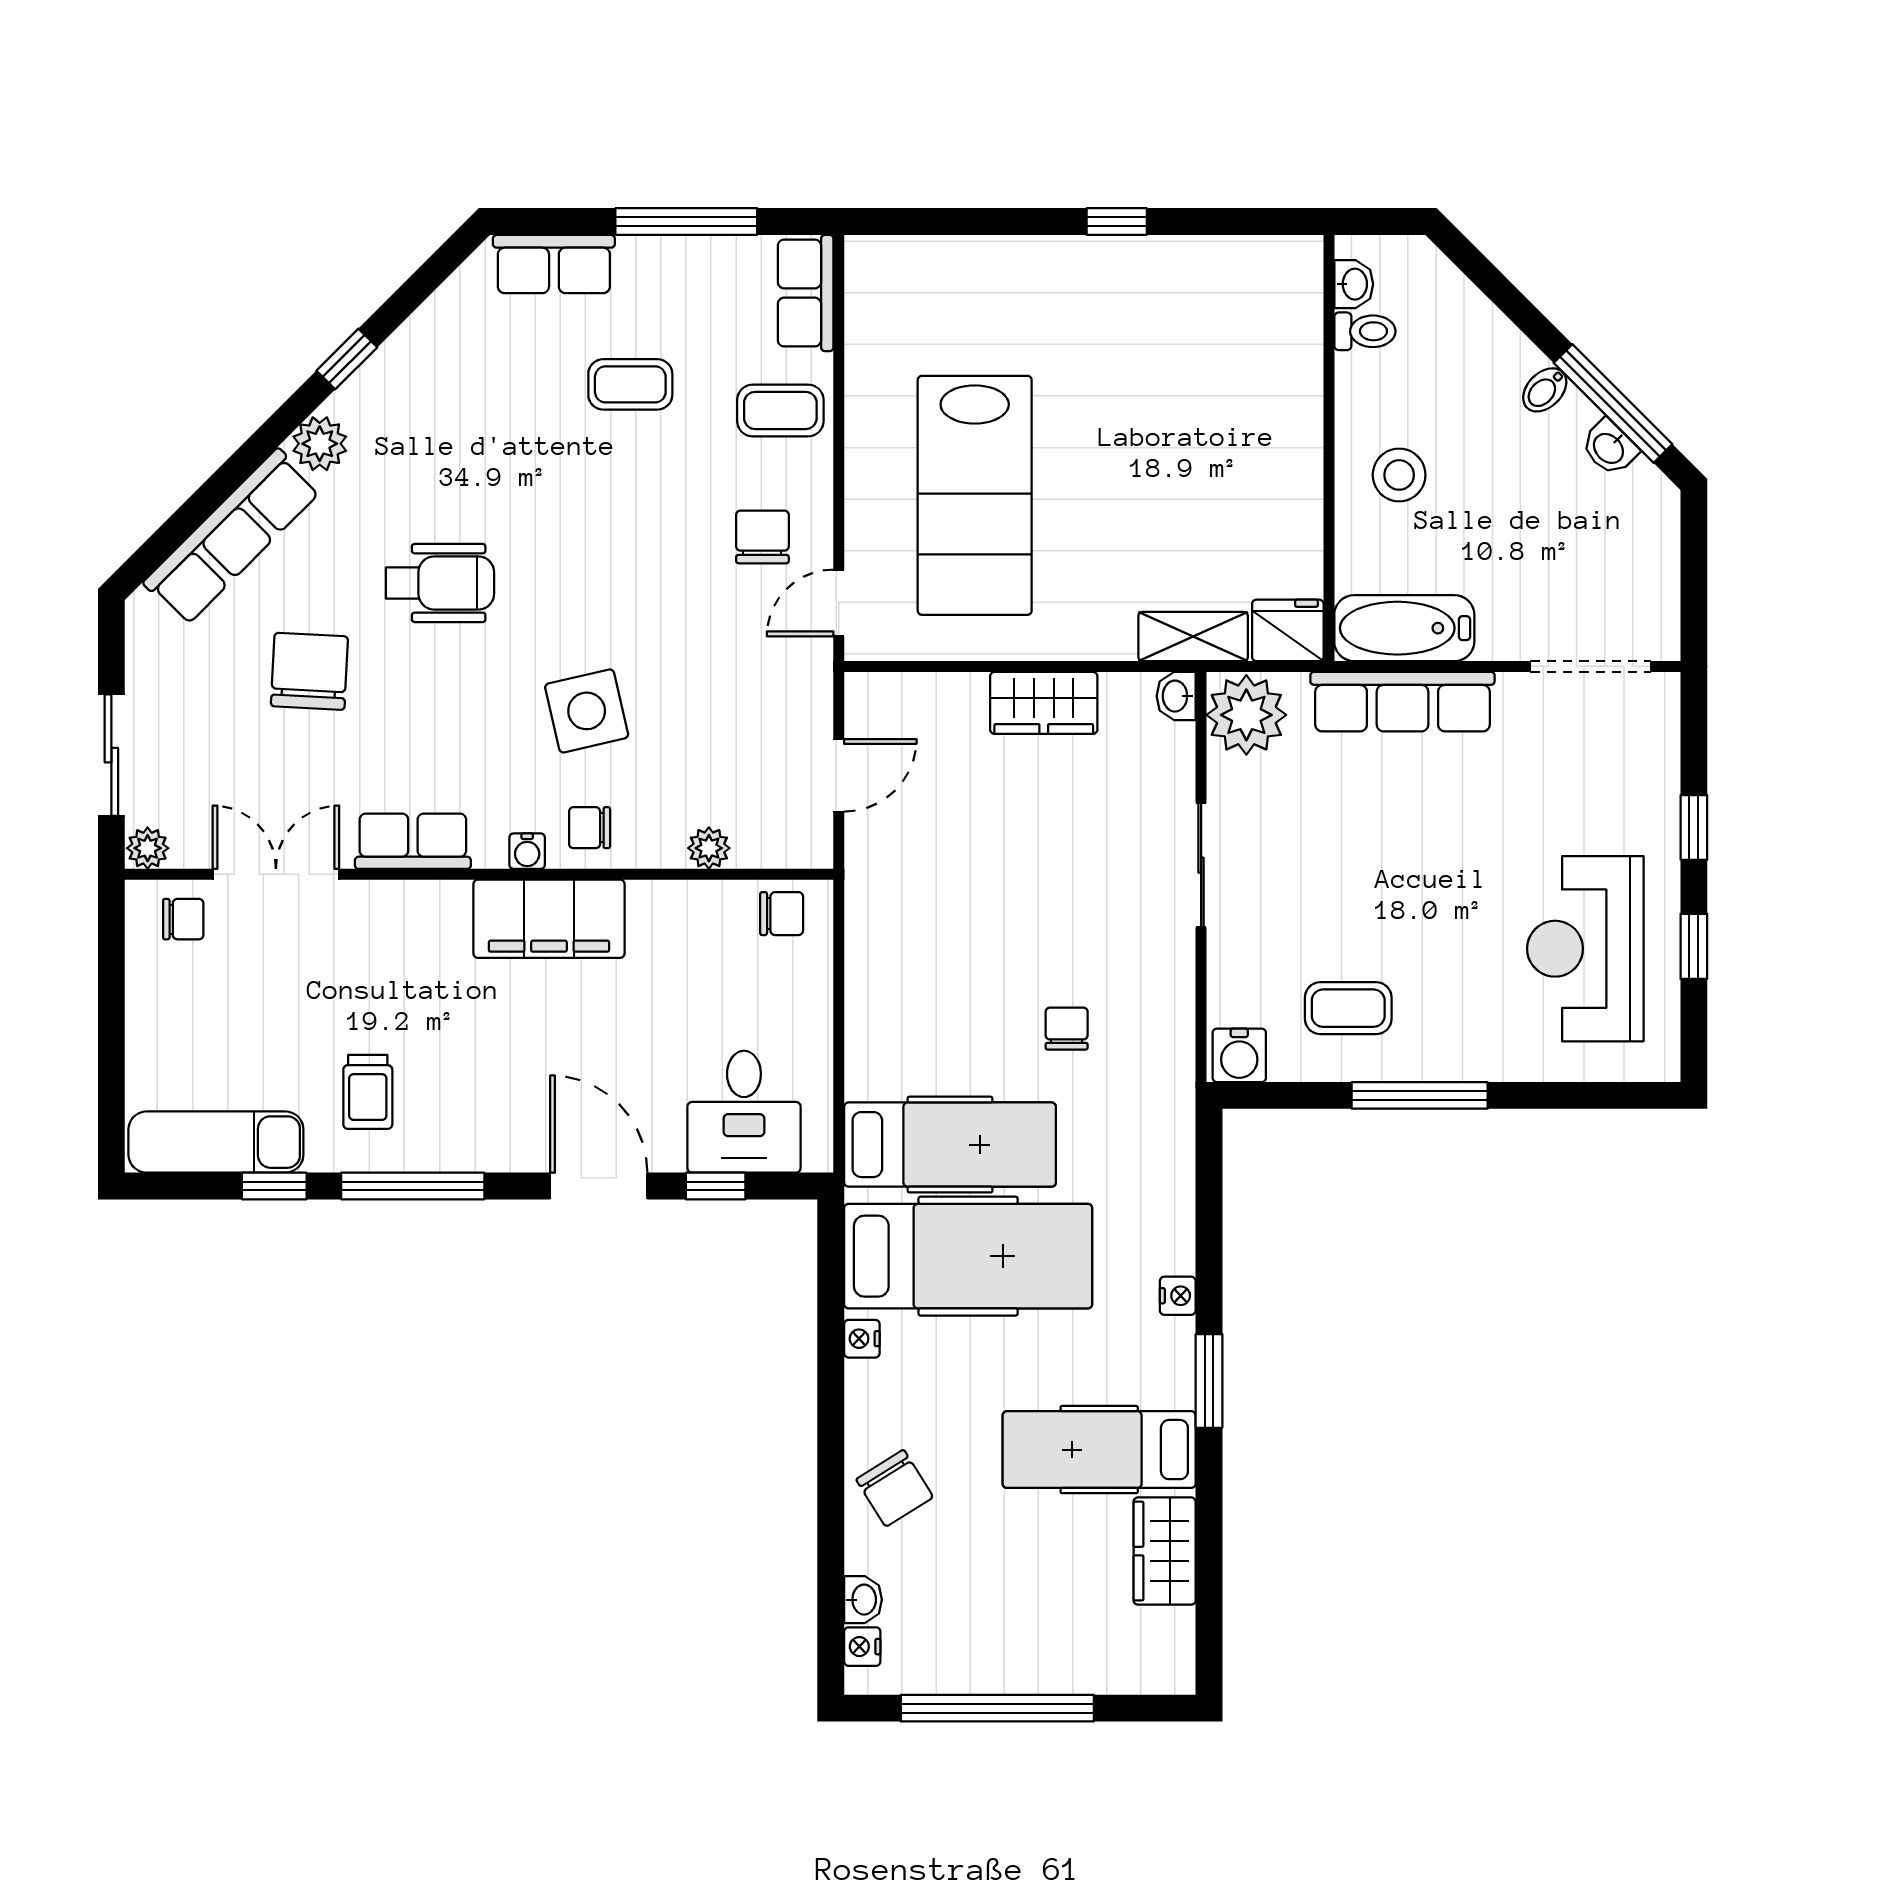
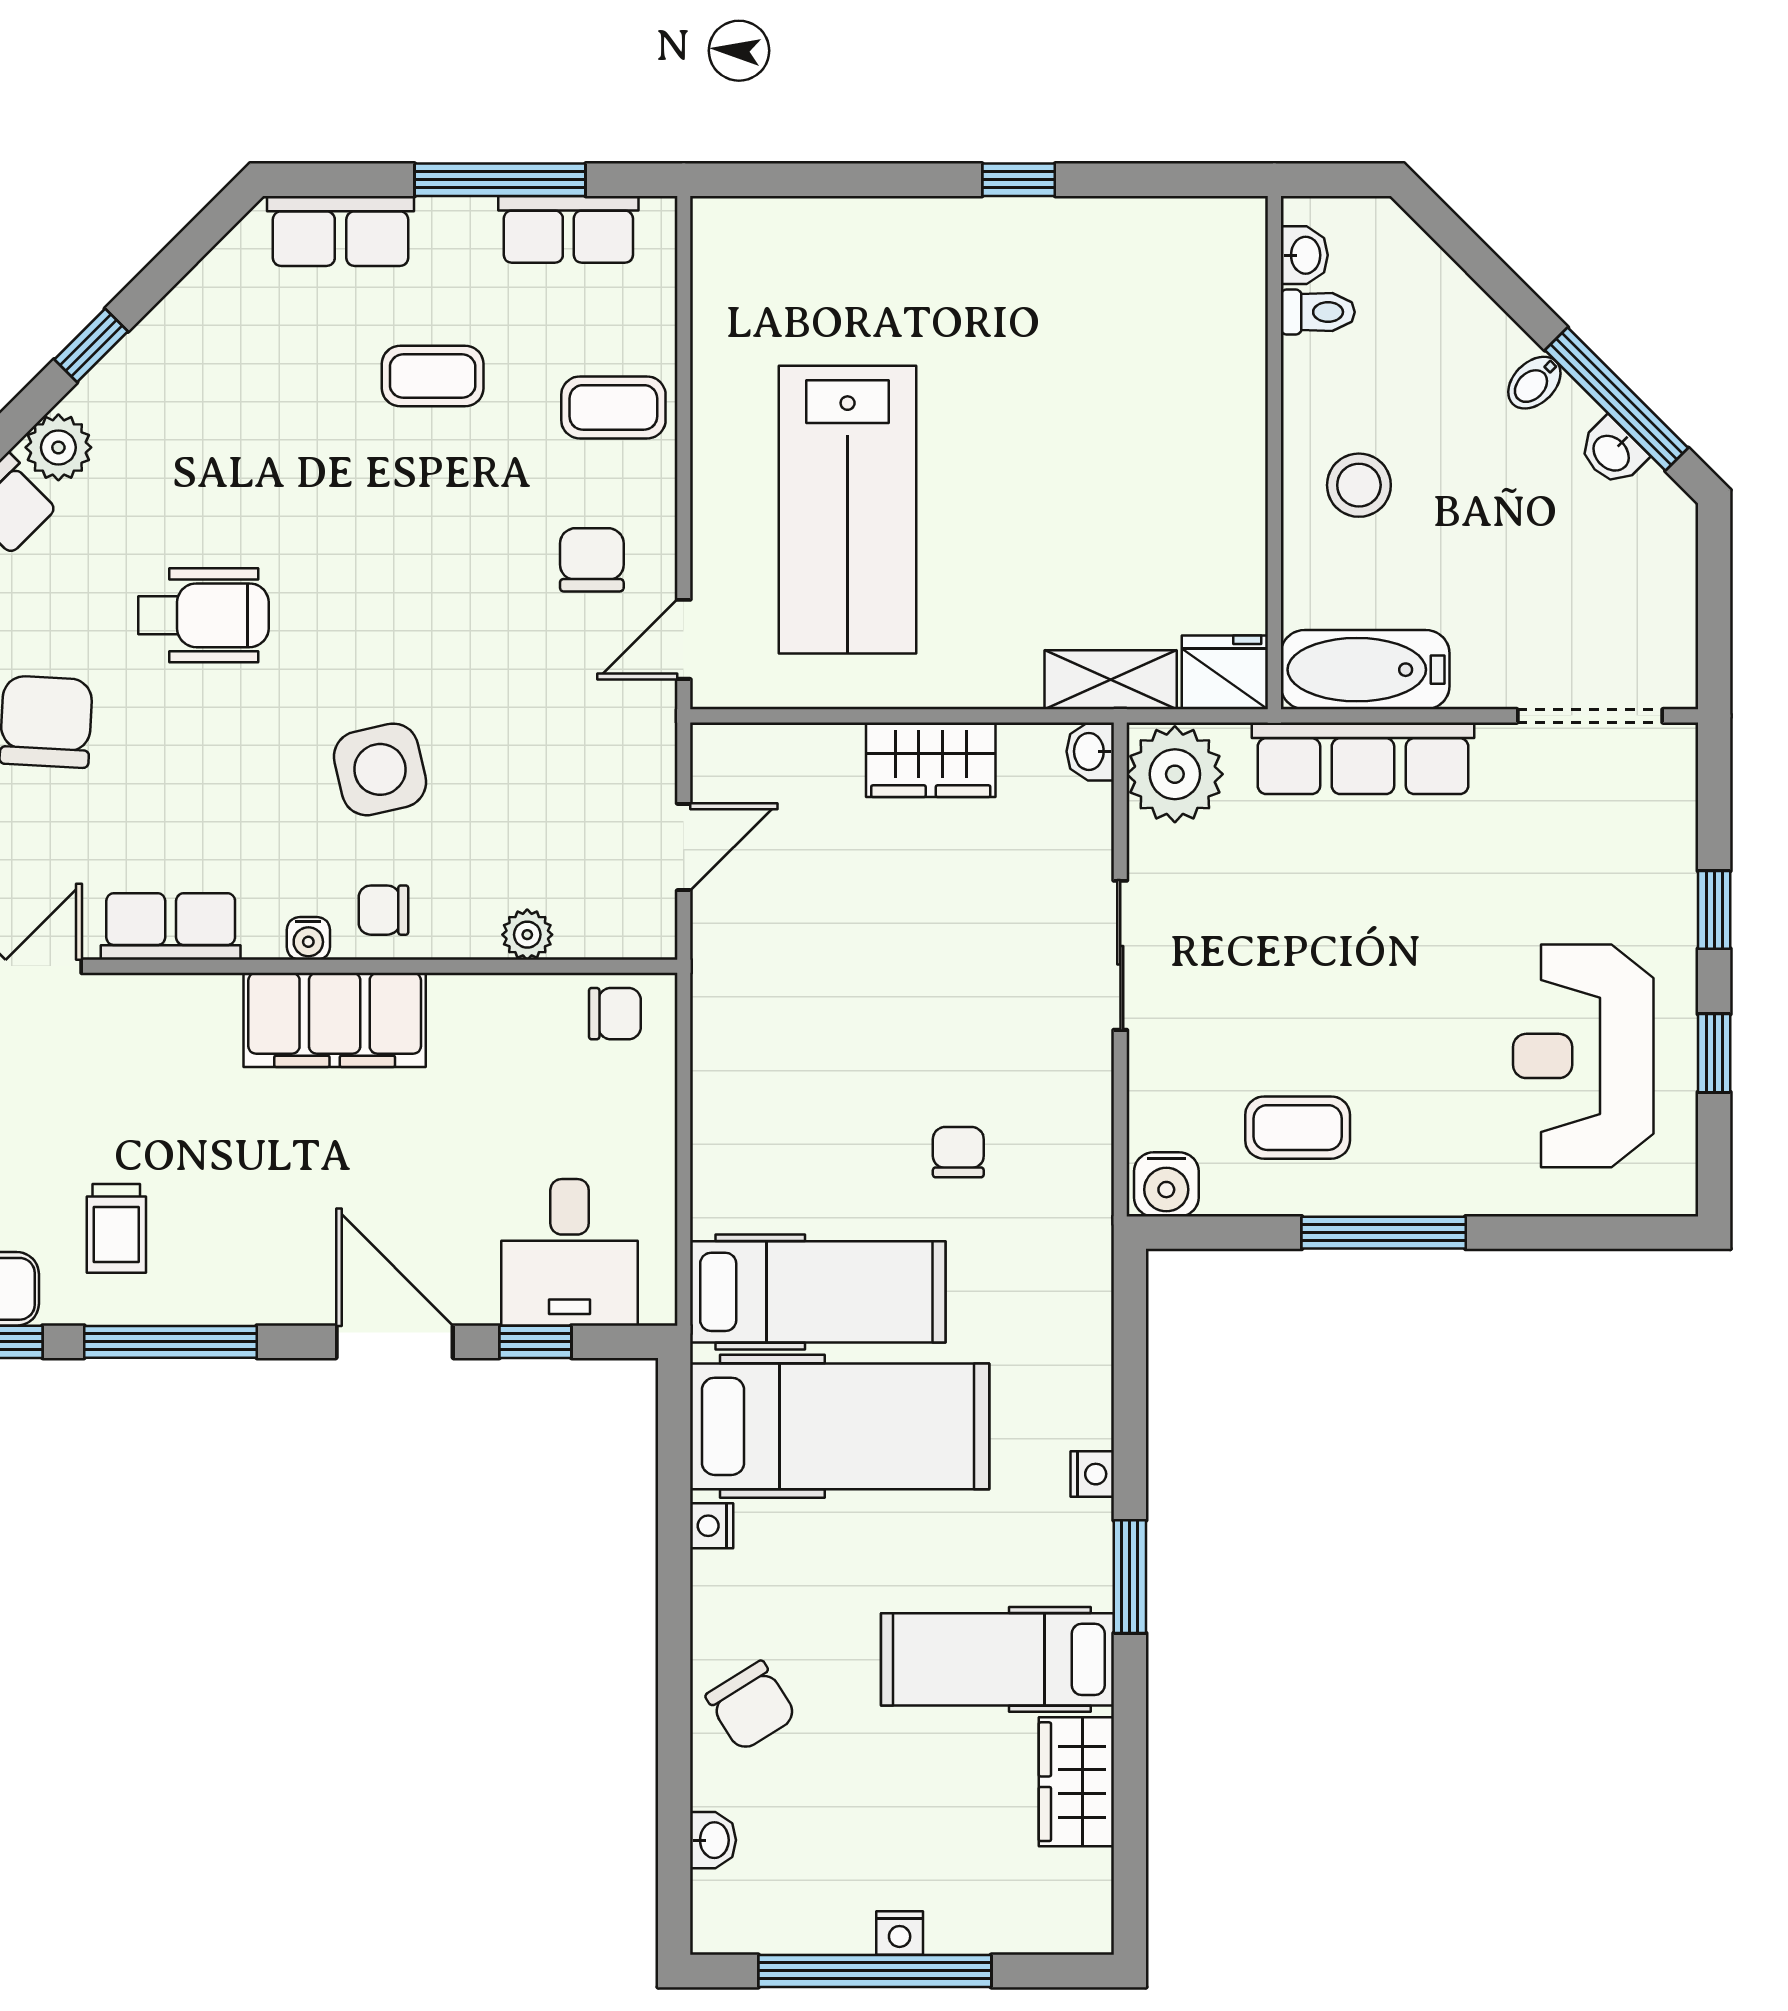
row of seats: (806, 293) -> (568, 229), moved, turned -90
nightstand: (862, 1647) -> (900, 1933), moved, turned -90

